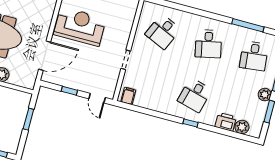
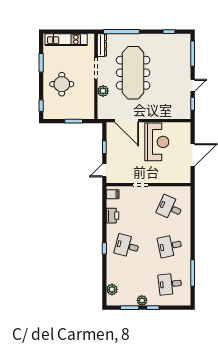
printer: (226, 122) -> (113, 216), moved

